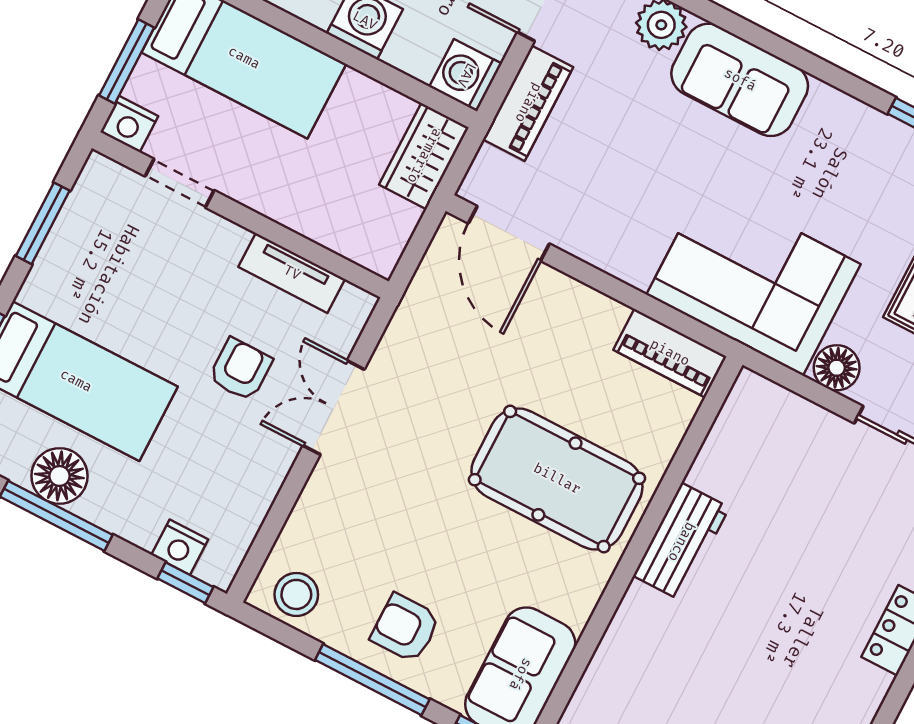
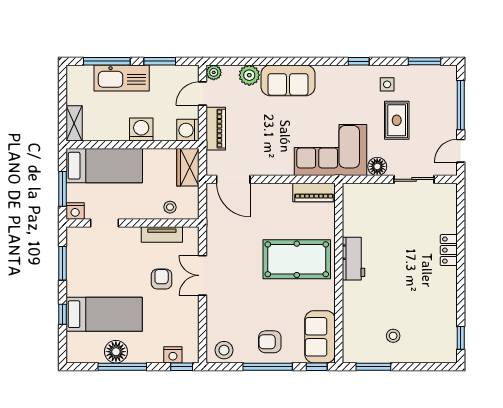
stool: (340, 223) -> (170, 207), added

